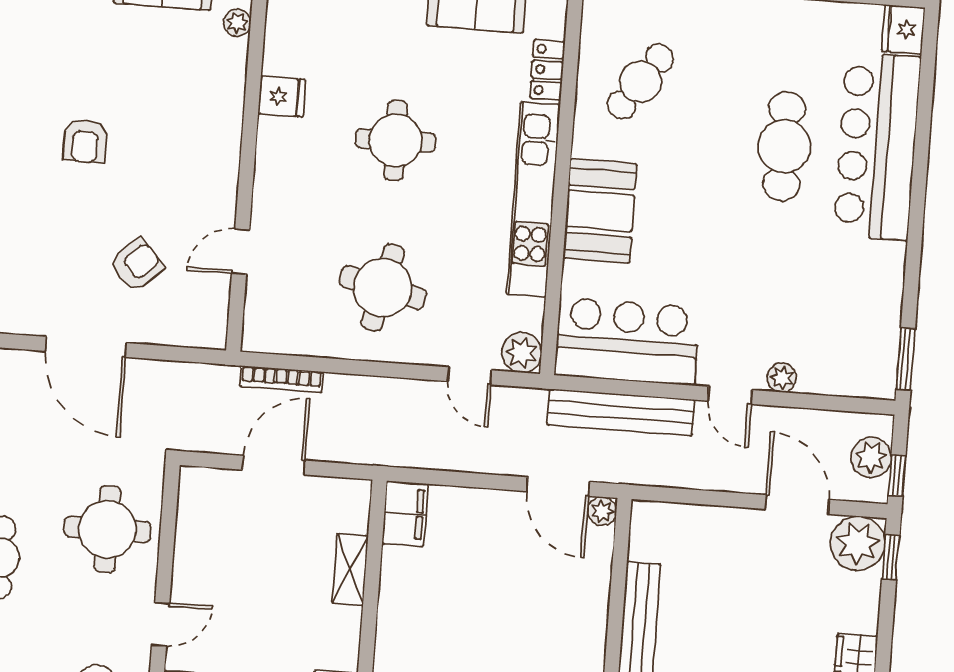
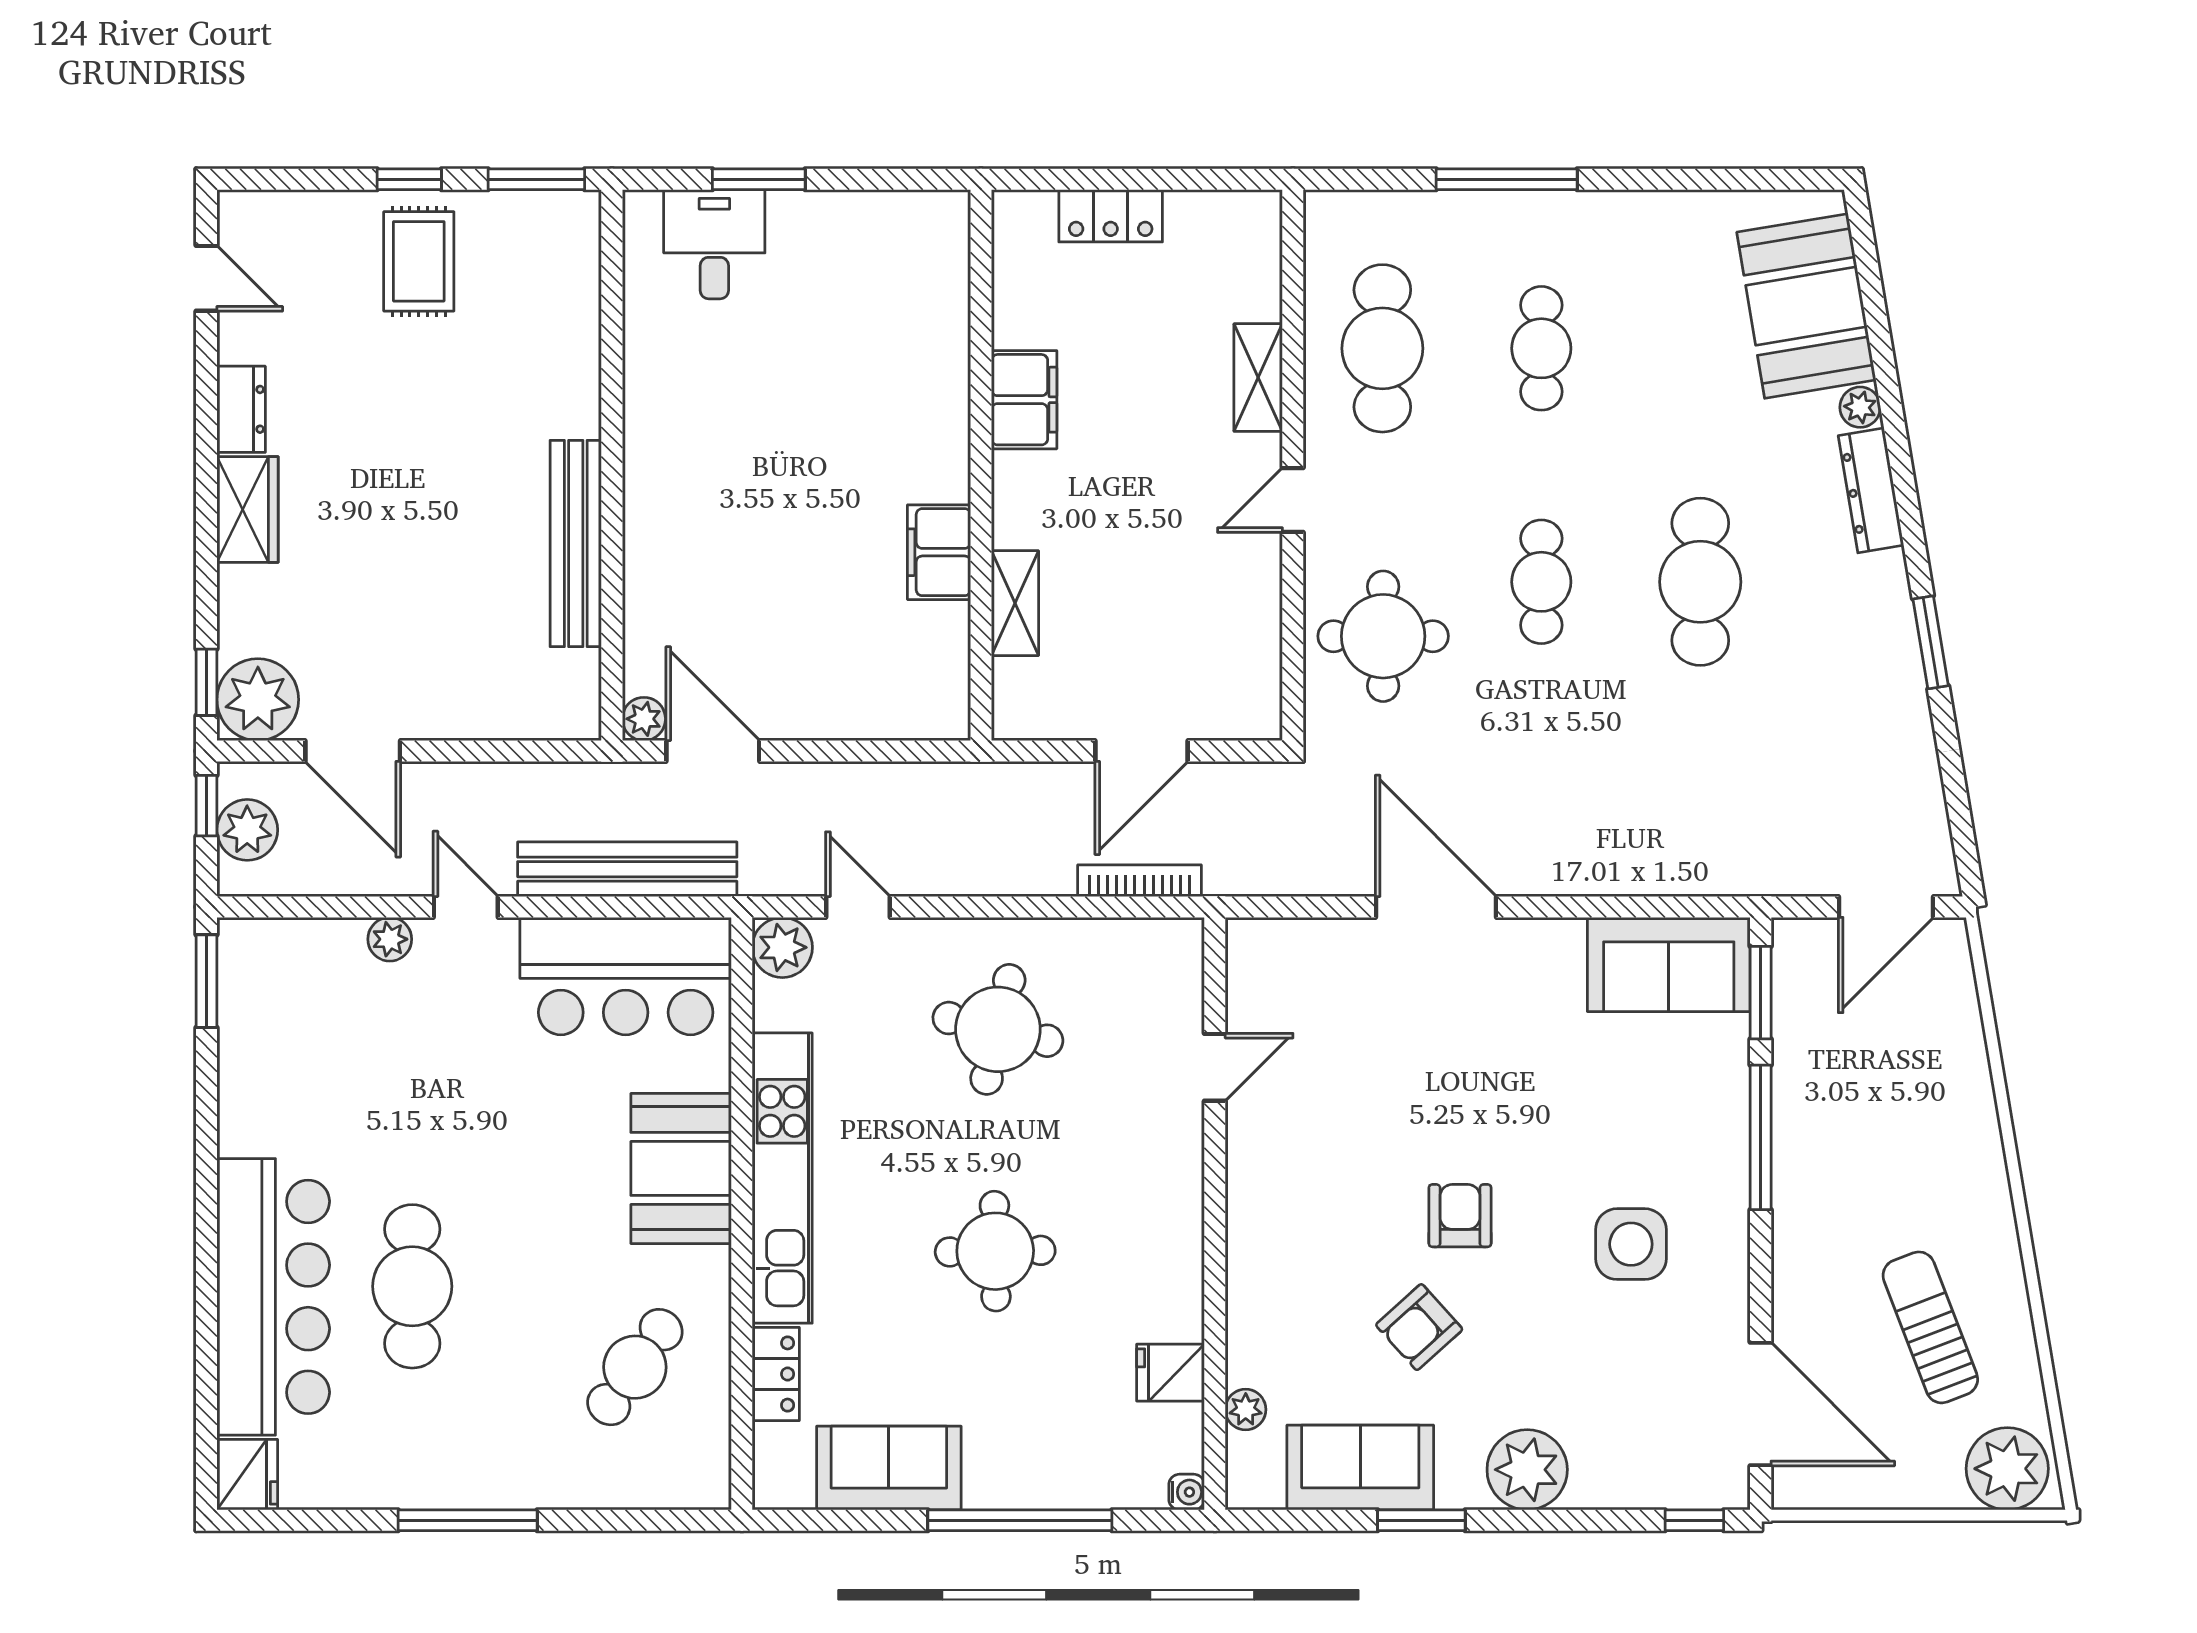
fridge: (282, 97) -> (1171, 1373), moved
armchair: (137, 265) -> (1419, 1327), moved
filing cabinet: (405, 514) -> (939, 552), moved

